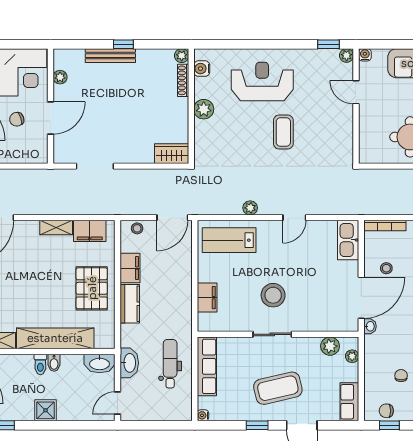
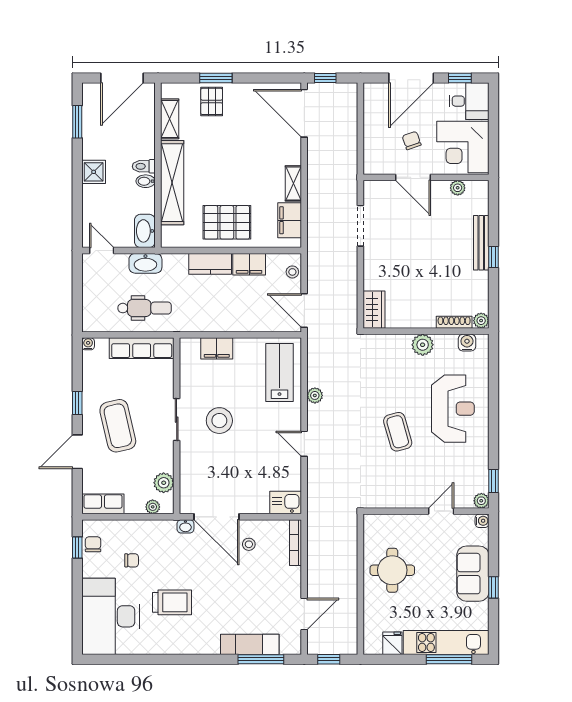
coffee table: (283, 132) -> (398, 432), turned 74
kitchen sink: (348, 240) -> (286, 503), width x0.73

